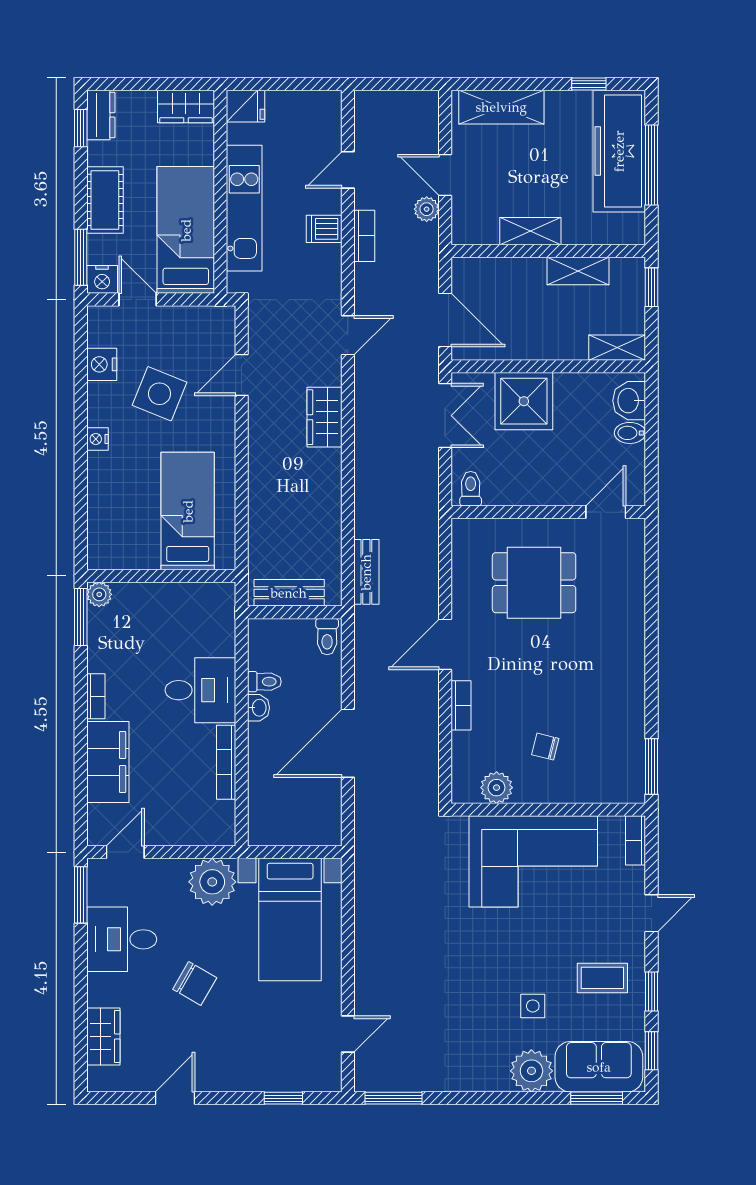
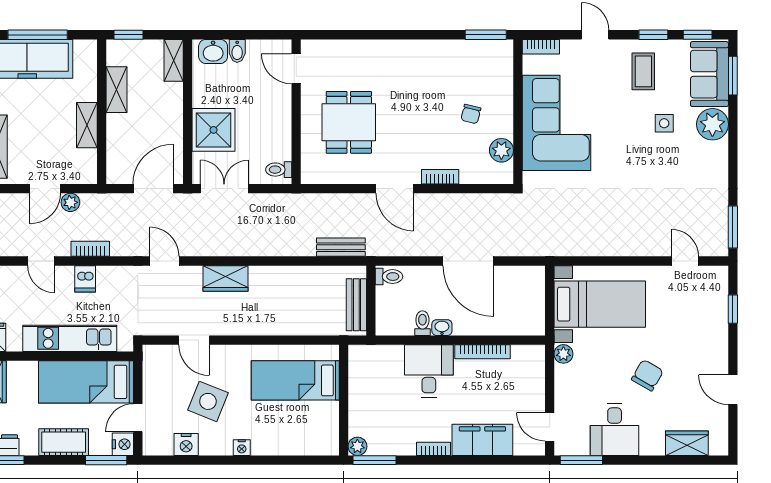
plant: (212, 882) -> (563, 354), width x0.53, depth x0.53

